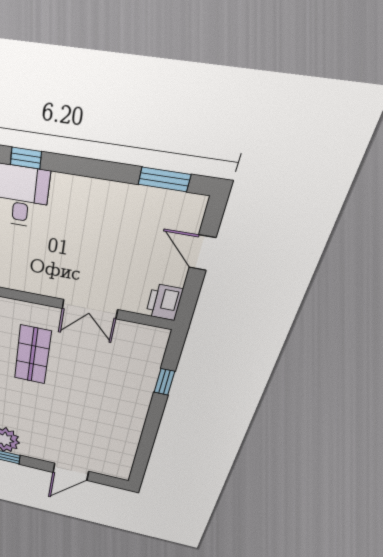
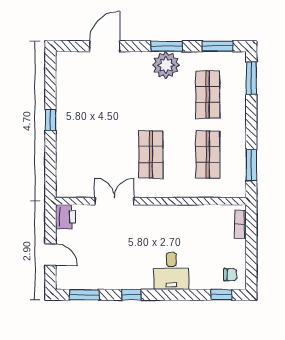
window: (26, 158) -> (131, 295), moved
window: (164, 382) -> (50, 120), moved

